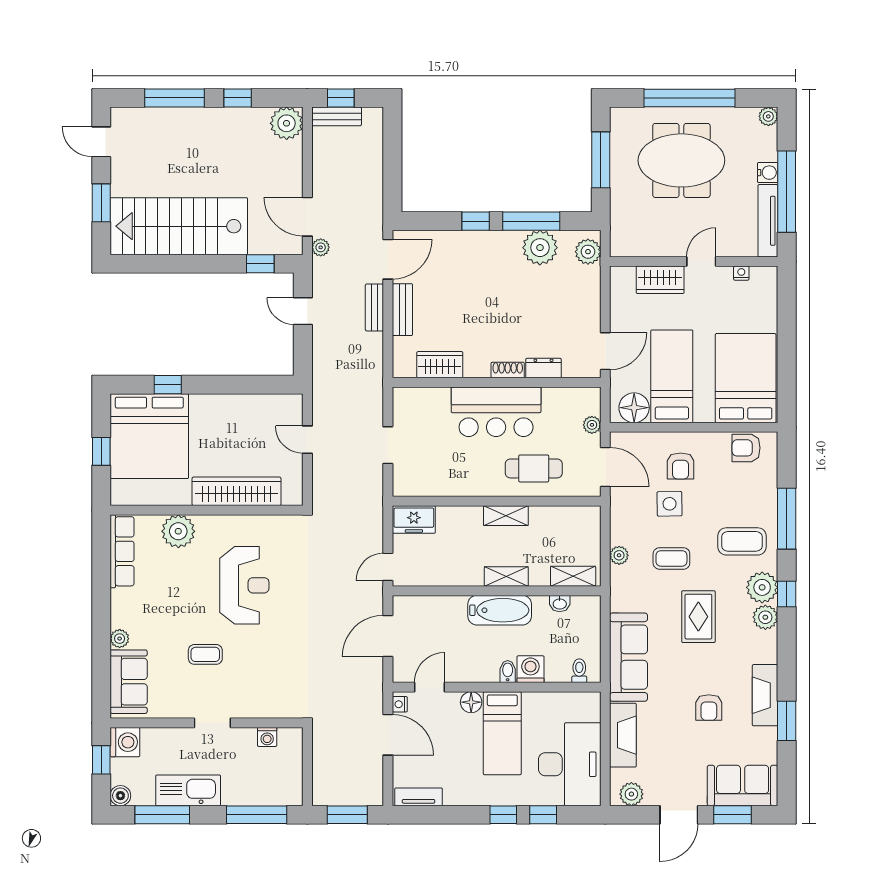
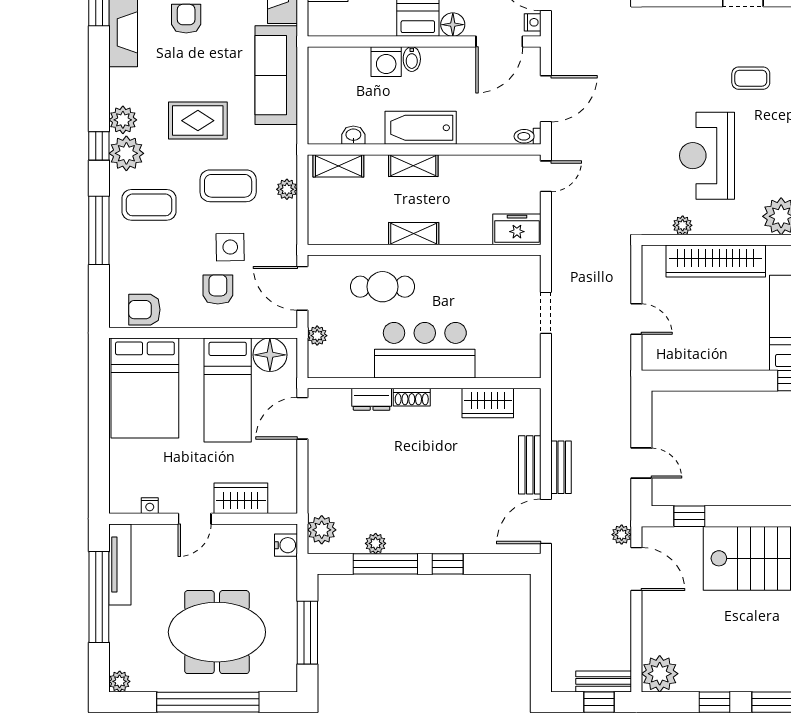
water cooler: (768, 173) -> (286, 545), moved, turned 180
plant: (540, 248) -> (376, 543), width x0.53, depth x0.53
armchair: (746, 448) -> (144, 310), turned 180
plant: (266, 523) -> (683, 225), added
coffee table: (671, 558) -> (228, 186), width x1.36, depth x1.30
rug: (698, 617) -> (198, 121), turned 90
toilet: (579, 671) -> (528, 136), moved, turned 90
door: (430, 687) -> (499, 41), width x1.38

